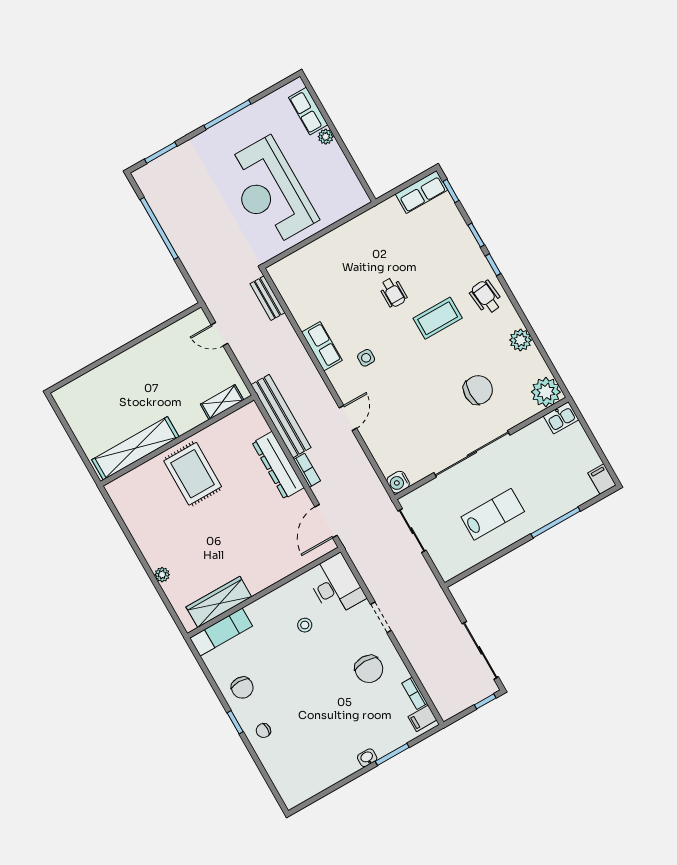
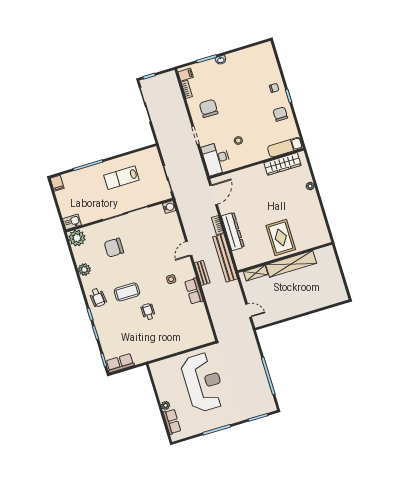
bench: (267, 298) -> (202, 273), moved
shelving: (135, 448) -> (291, 264), moved

